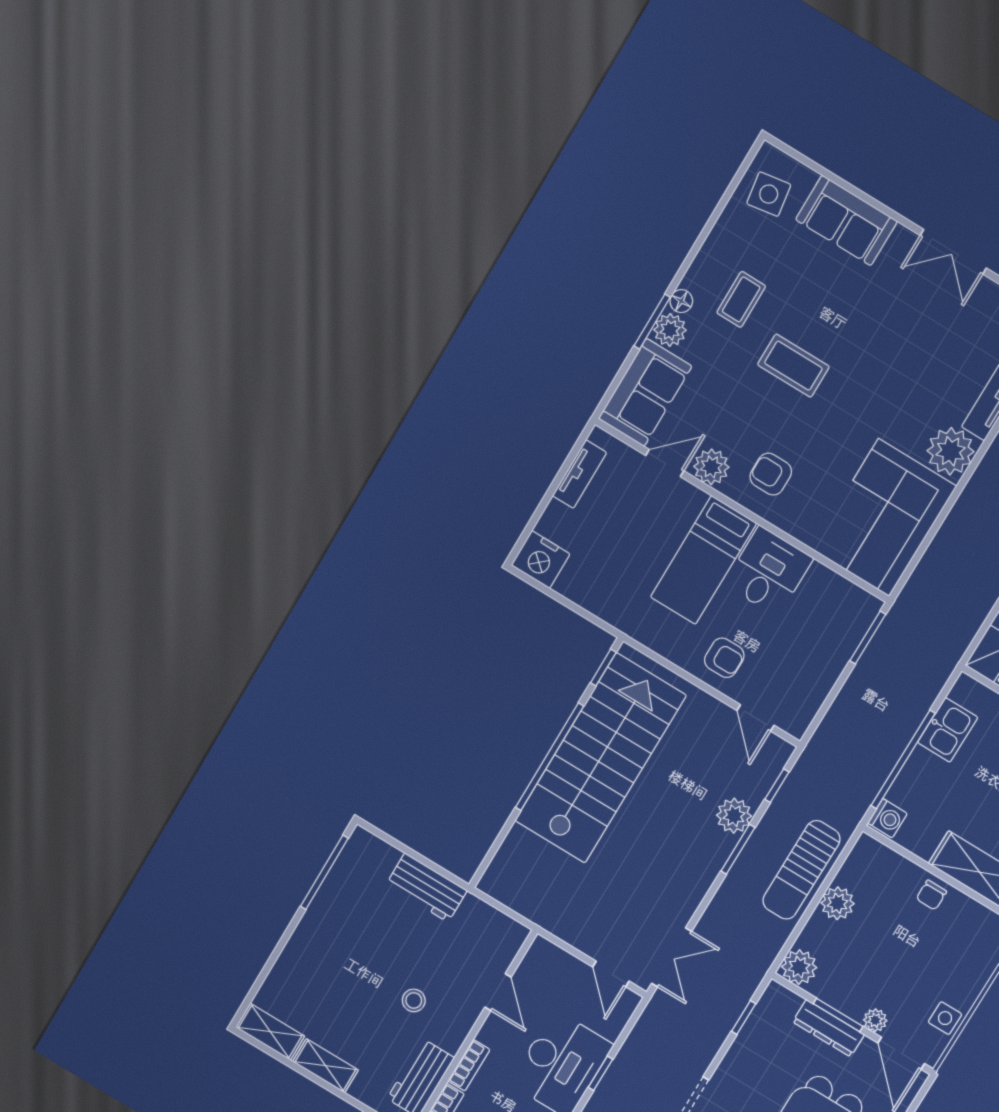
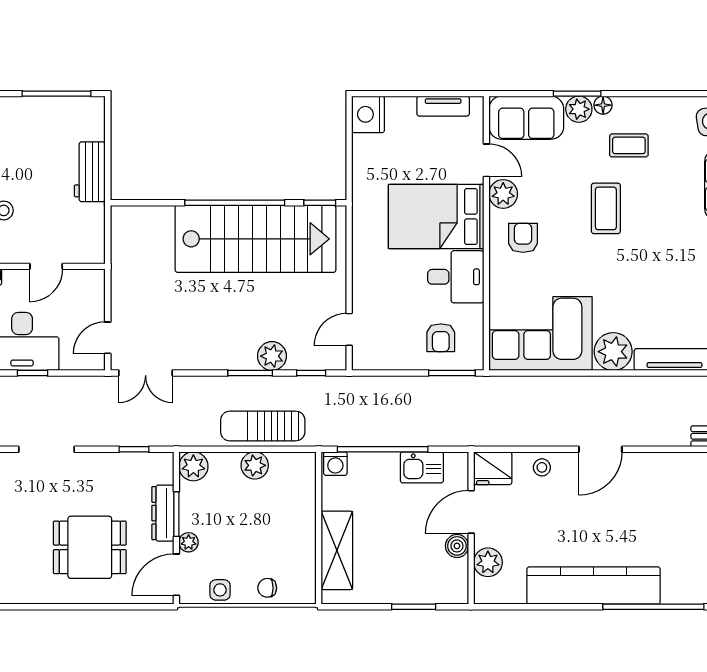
bed: (703, 560) -> (436, 217), width x1.50
armchair: (724, 658) -> (441, 338), moved
chair: (931, 895) -> (267, 588), moved

